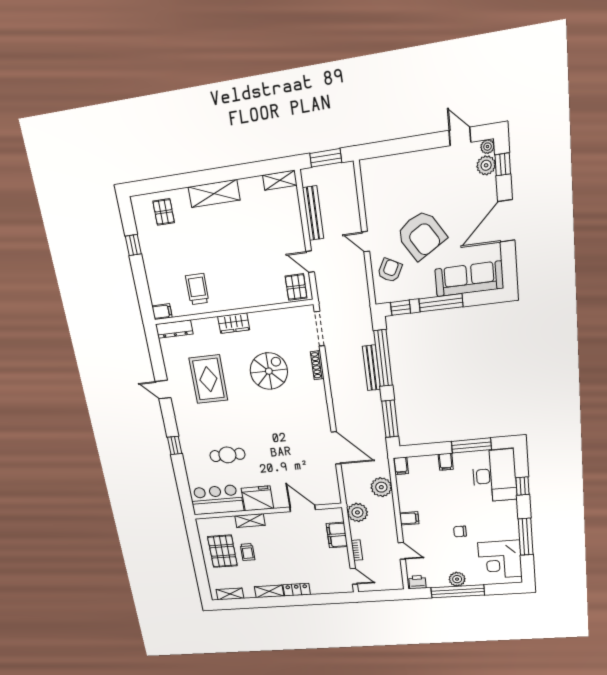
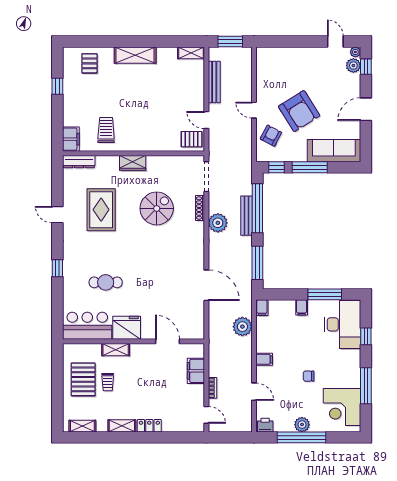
door: (506, 221) -> (366, 109), width x0.73
pallet: (296, 287) -> (192, 139), turned 90
filing cabinet: (162, 312) -> (71, 139), width x2.00
plant: (357, 512) -> (218, 223), moved

